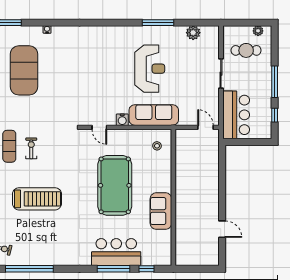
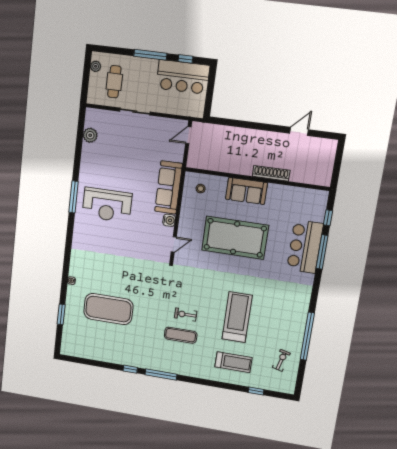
window: (158, 23) -> (73, 197), moved
reception desk: (150, 69) -> (107, 205), moved, turned 180
bar counter: (236, 115) -> (183, 77), moved, turned 180
shoe rack: (180, 210) -> (271, 173), added
sofa: (161, 211) -> (246, 191), moved

